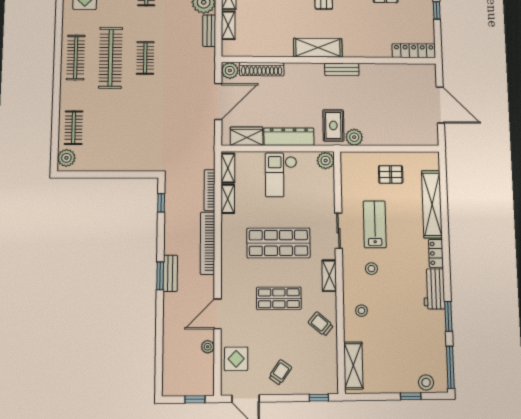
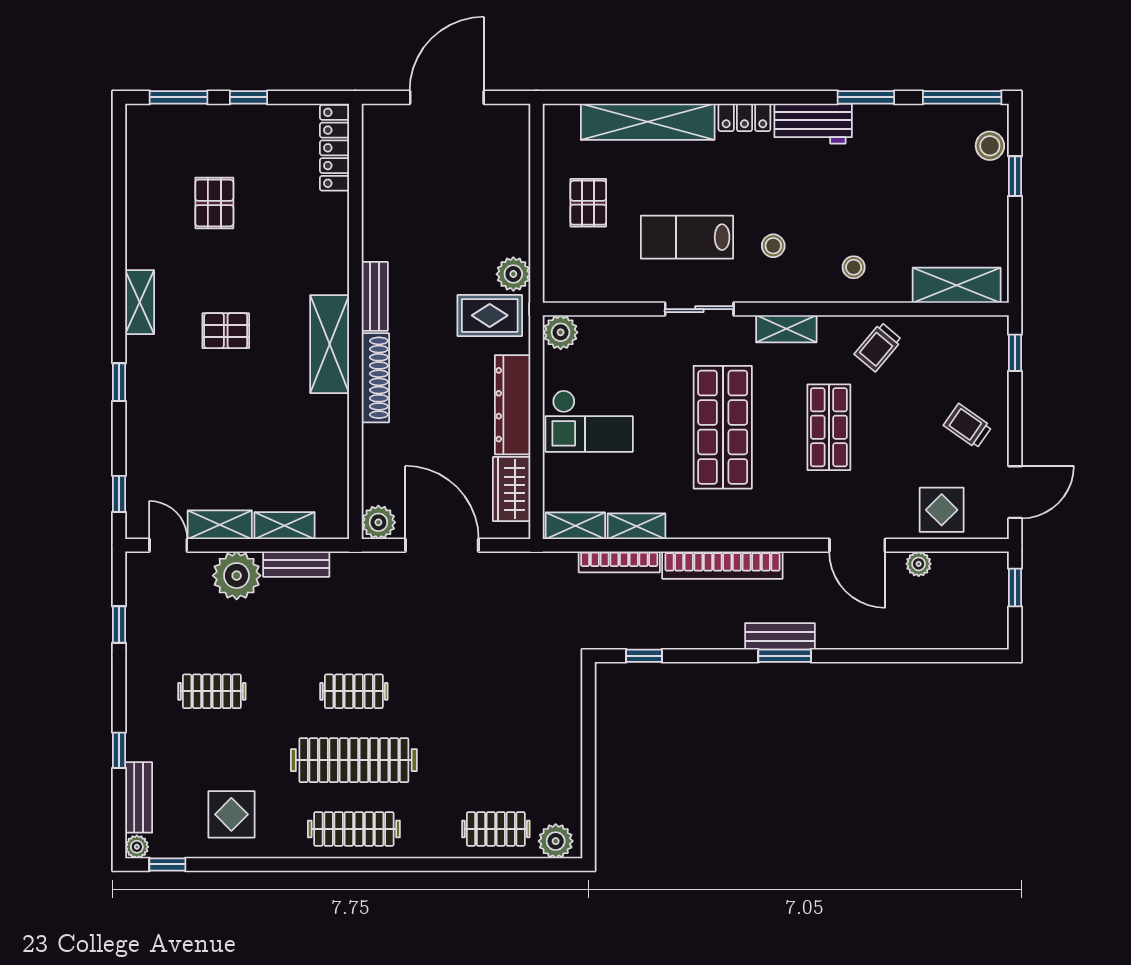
shoe rack: (262, 69) -> (375, 378), moved

